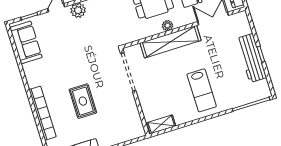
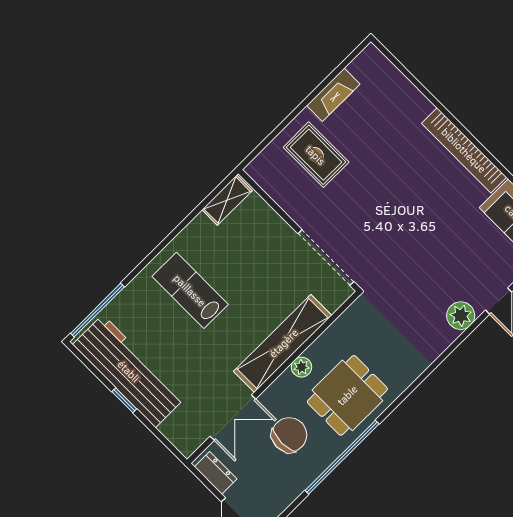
workbench: (251, 58) -> (129, 371), width x1.36, depth x1.32
rug: (83, 101) -> (316, 155), moved
bookcase: (43, 113) -> (464, 150), moved

